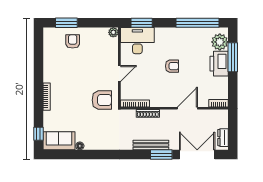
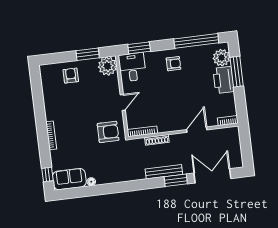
window: (66, 23) -> (88, 54), moved
plant: (113, 32) -> (107, 66), width x1.87, depth x1.87
desk: (137, 41) -> (132, 67), width x0.73
armchair: (172, 66) -> (173, 64), moved
dresser: (223, 138) -> (237, 155), removed

